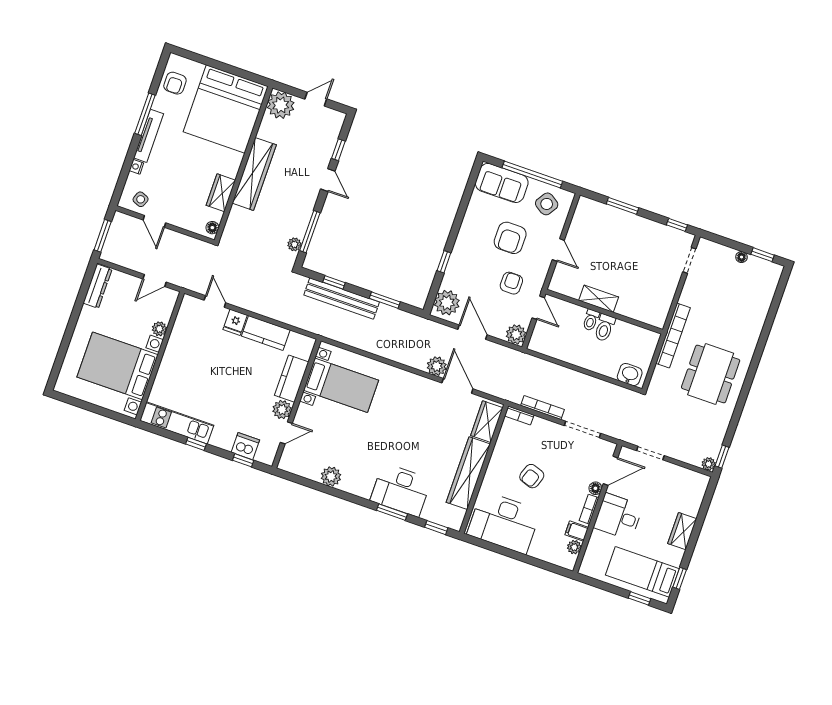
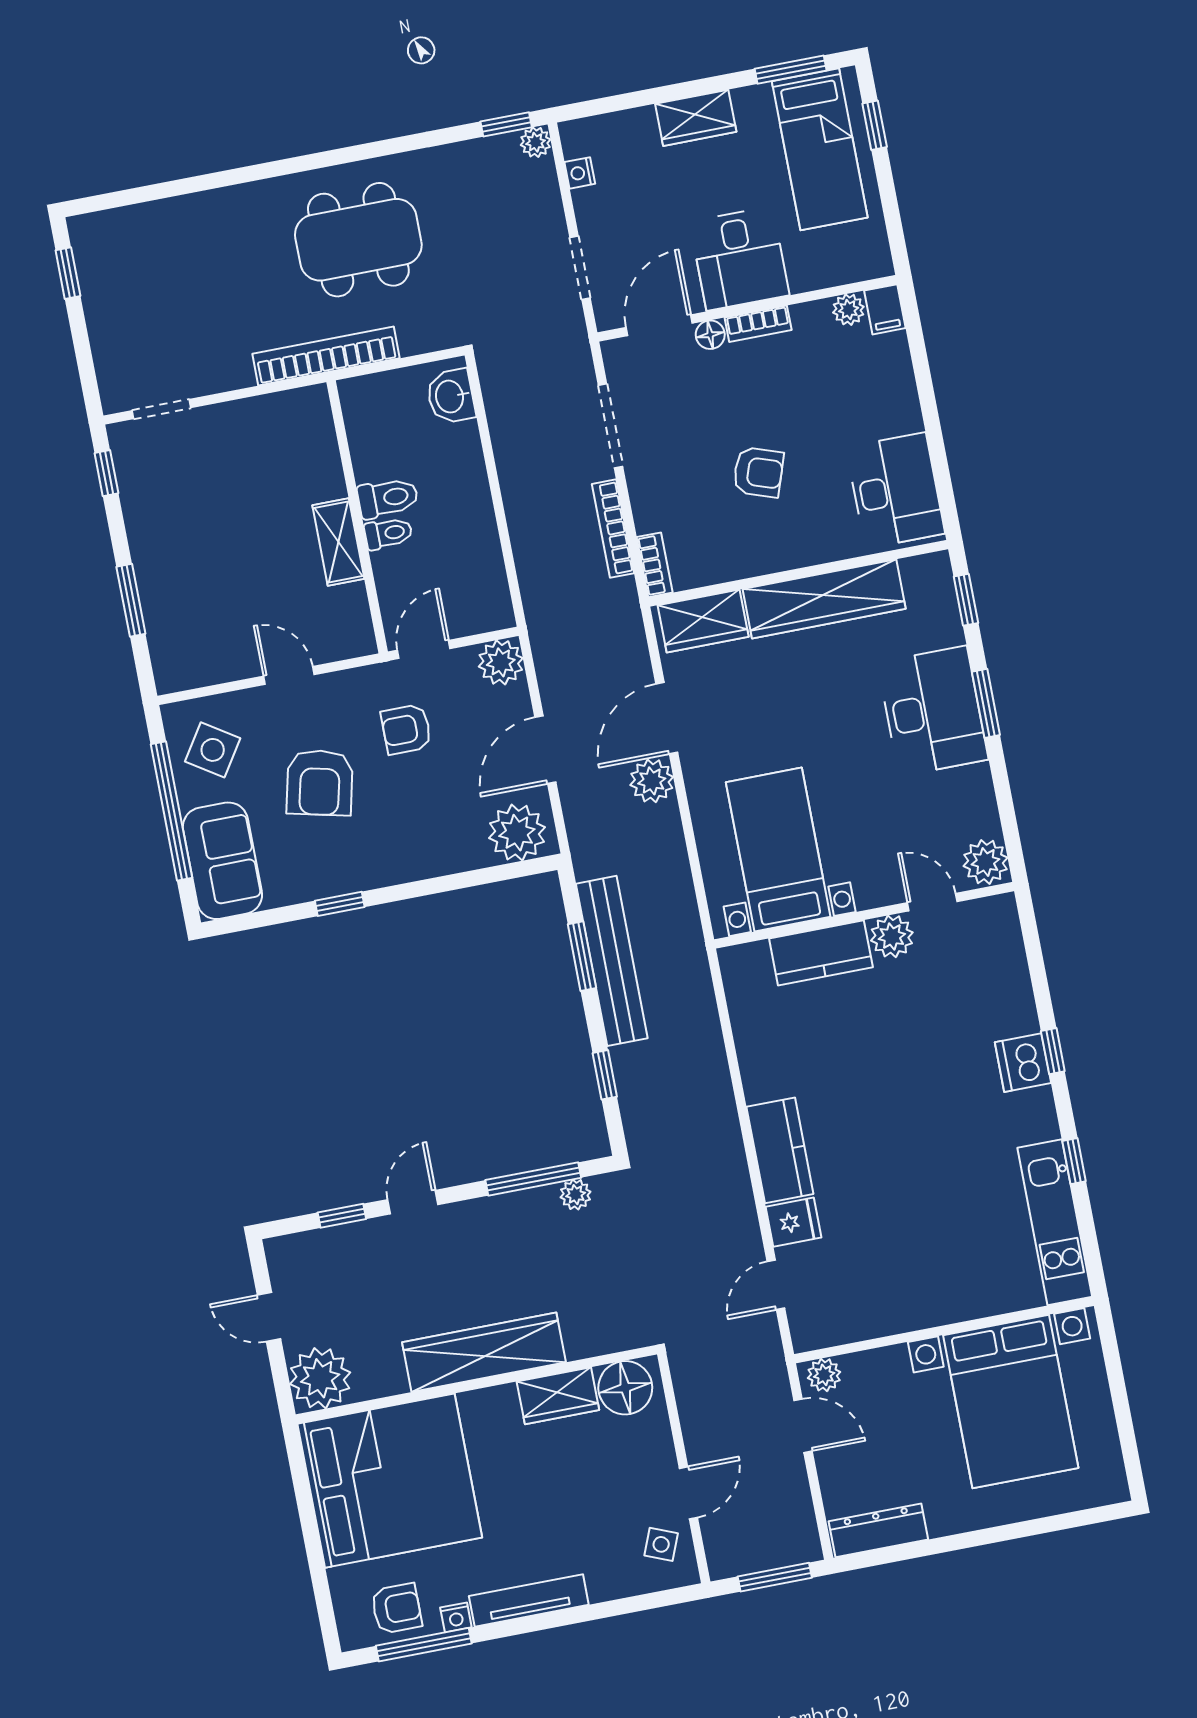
window: (145, 114) -> (424, 1645), moved
nightstand: (136, 167) -> (456, 1617), moved
floor lamp: (212, 228) -> (625, 1388), width x1.89, depth x1.89
armchair: (510, 238) -> (320, 783), turned 103
door: (558, 250) -> (289, 675), hinge flipped
floor lamp: (742, 257) -> (96, 311), removed
window: (444, 262) -> (340, 904), moved
bench: (342, 299) -> (612, 961), moved
plant: (159, 329) -> (824, 1375), moved
kitchen counter: (292, 379) -> (821, 953), moved
bed with nightstands: (341, 385) -> (778, 849), moved
wall: (296, 404) -> (864, 915), moved
plant: (282, 410) -> (892, 936), moved
door: (286, 433) -> (932, 902), moved
door: (611, 471) -> (659, 325), hinge flipped
nightstand: (687, 474) -> (580, 173), added
desk: (504, 522) -> (895, 490), width x0.73, depth x0.77
filing cabinet: (577, 531) -> (885, 309), moved
window: (680, 578) -> (791, 70), width x1.50

